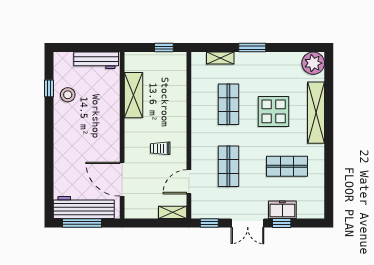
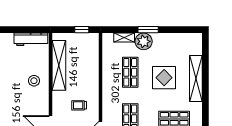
plant: (313, 63) -> (144, 41), moved
stool: (68, 95) -> (34, 81), moved
shelving: (133, 95) -> (59, 65), width x1.47

